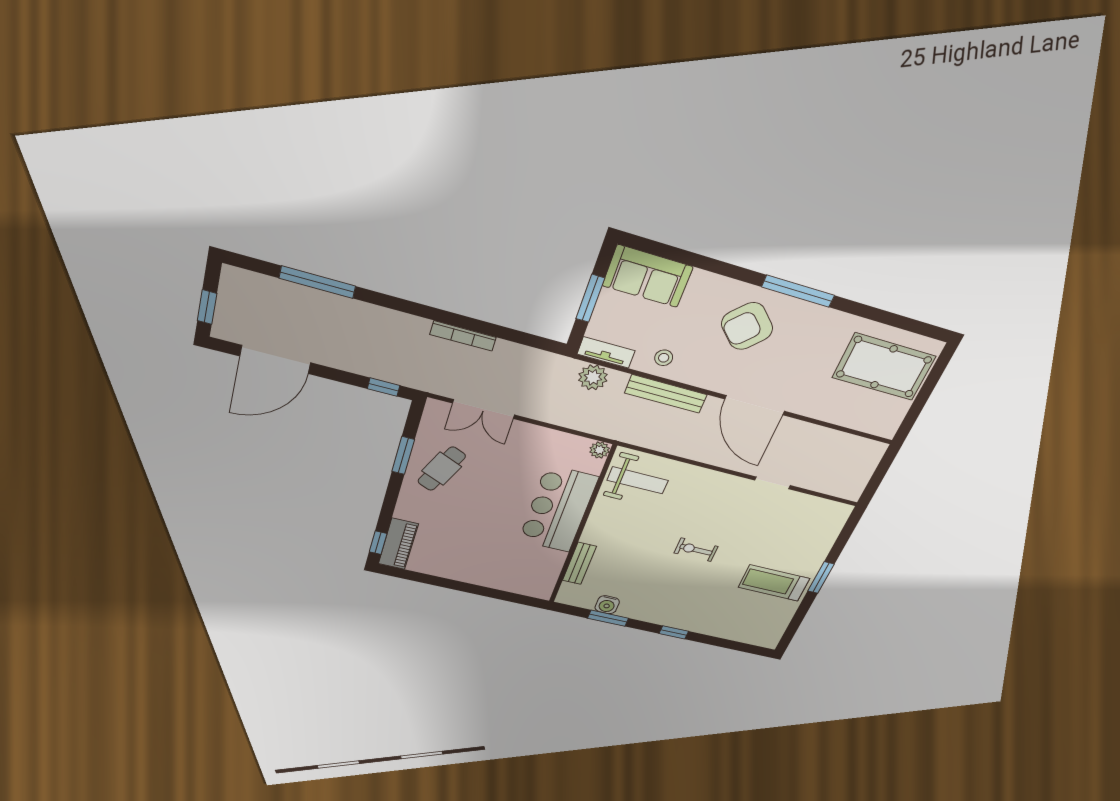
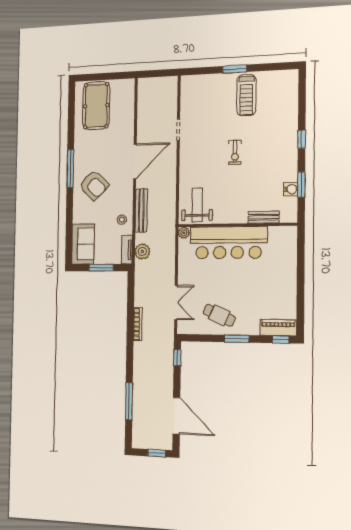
window: (403, 456) -> (237, 339), moved
bar counter: (558, 509) -> (228, 243), width x1.36

